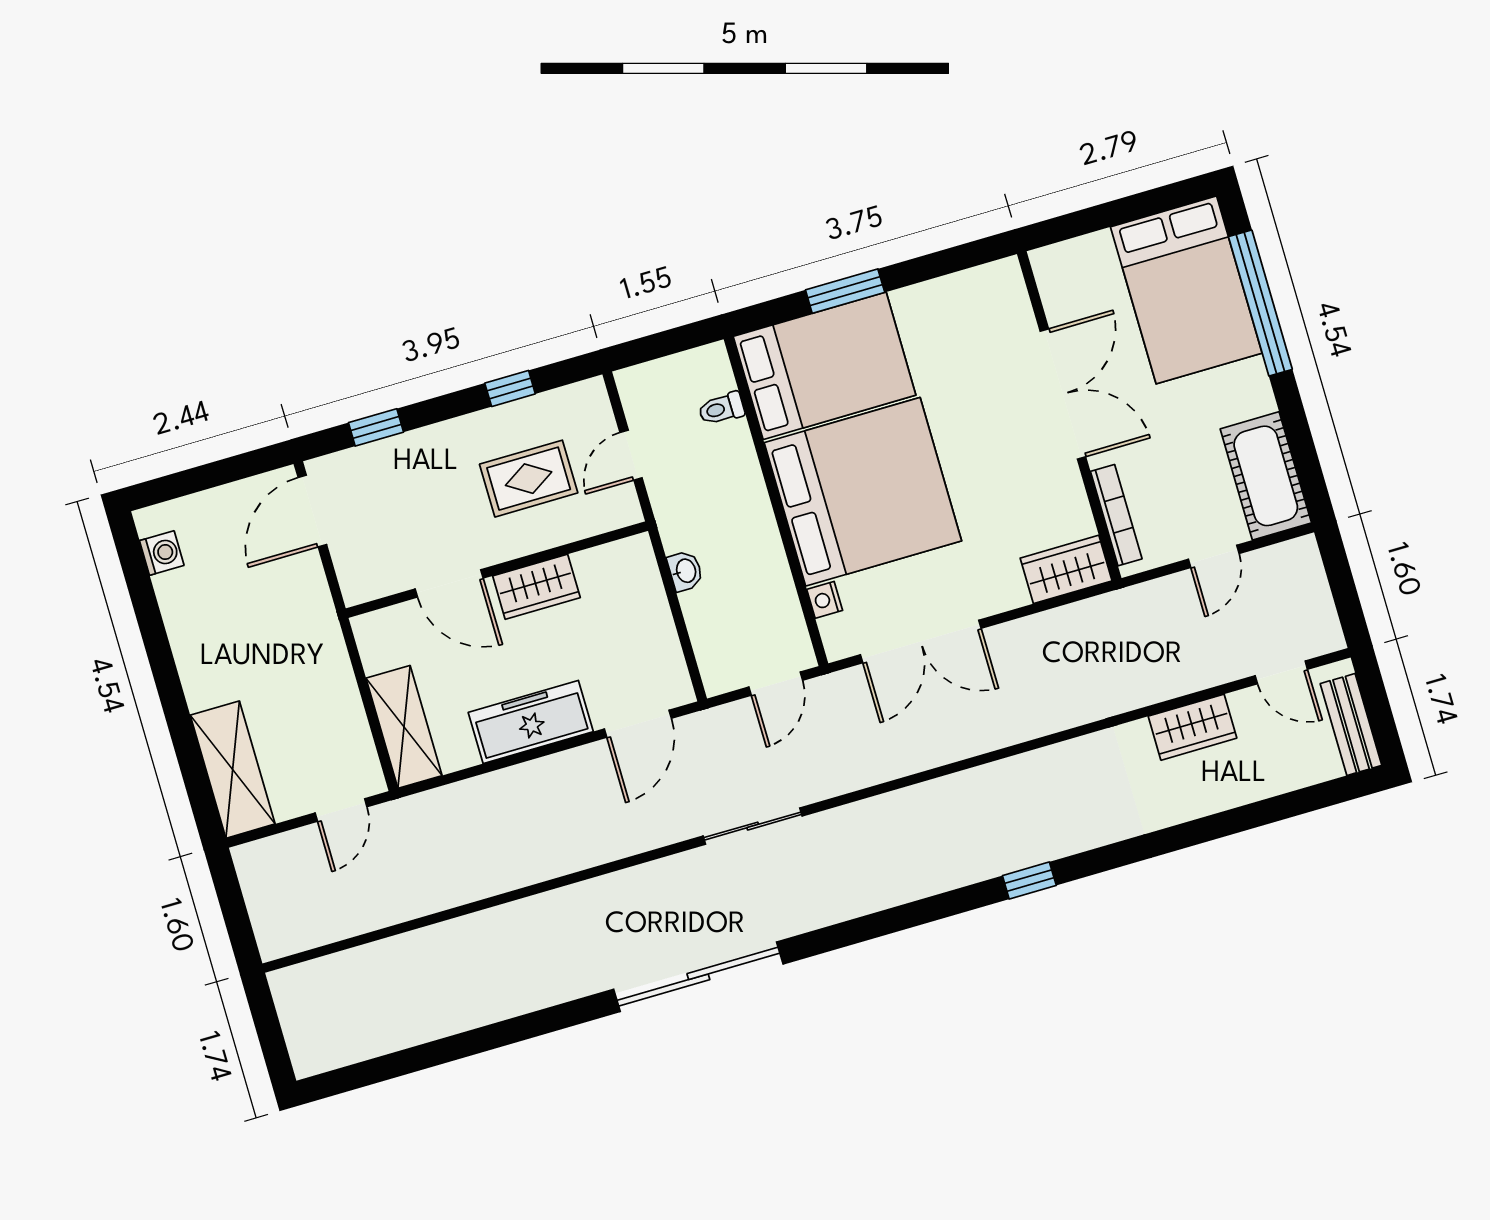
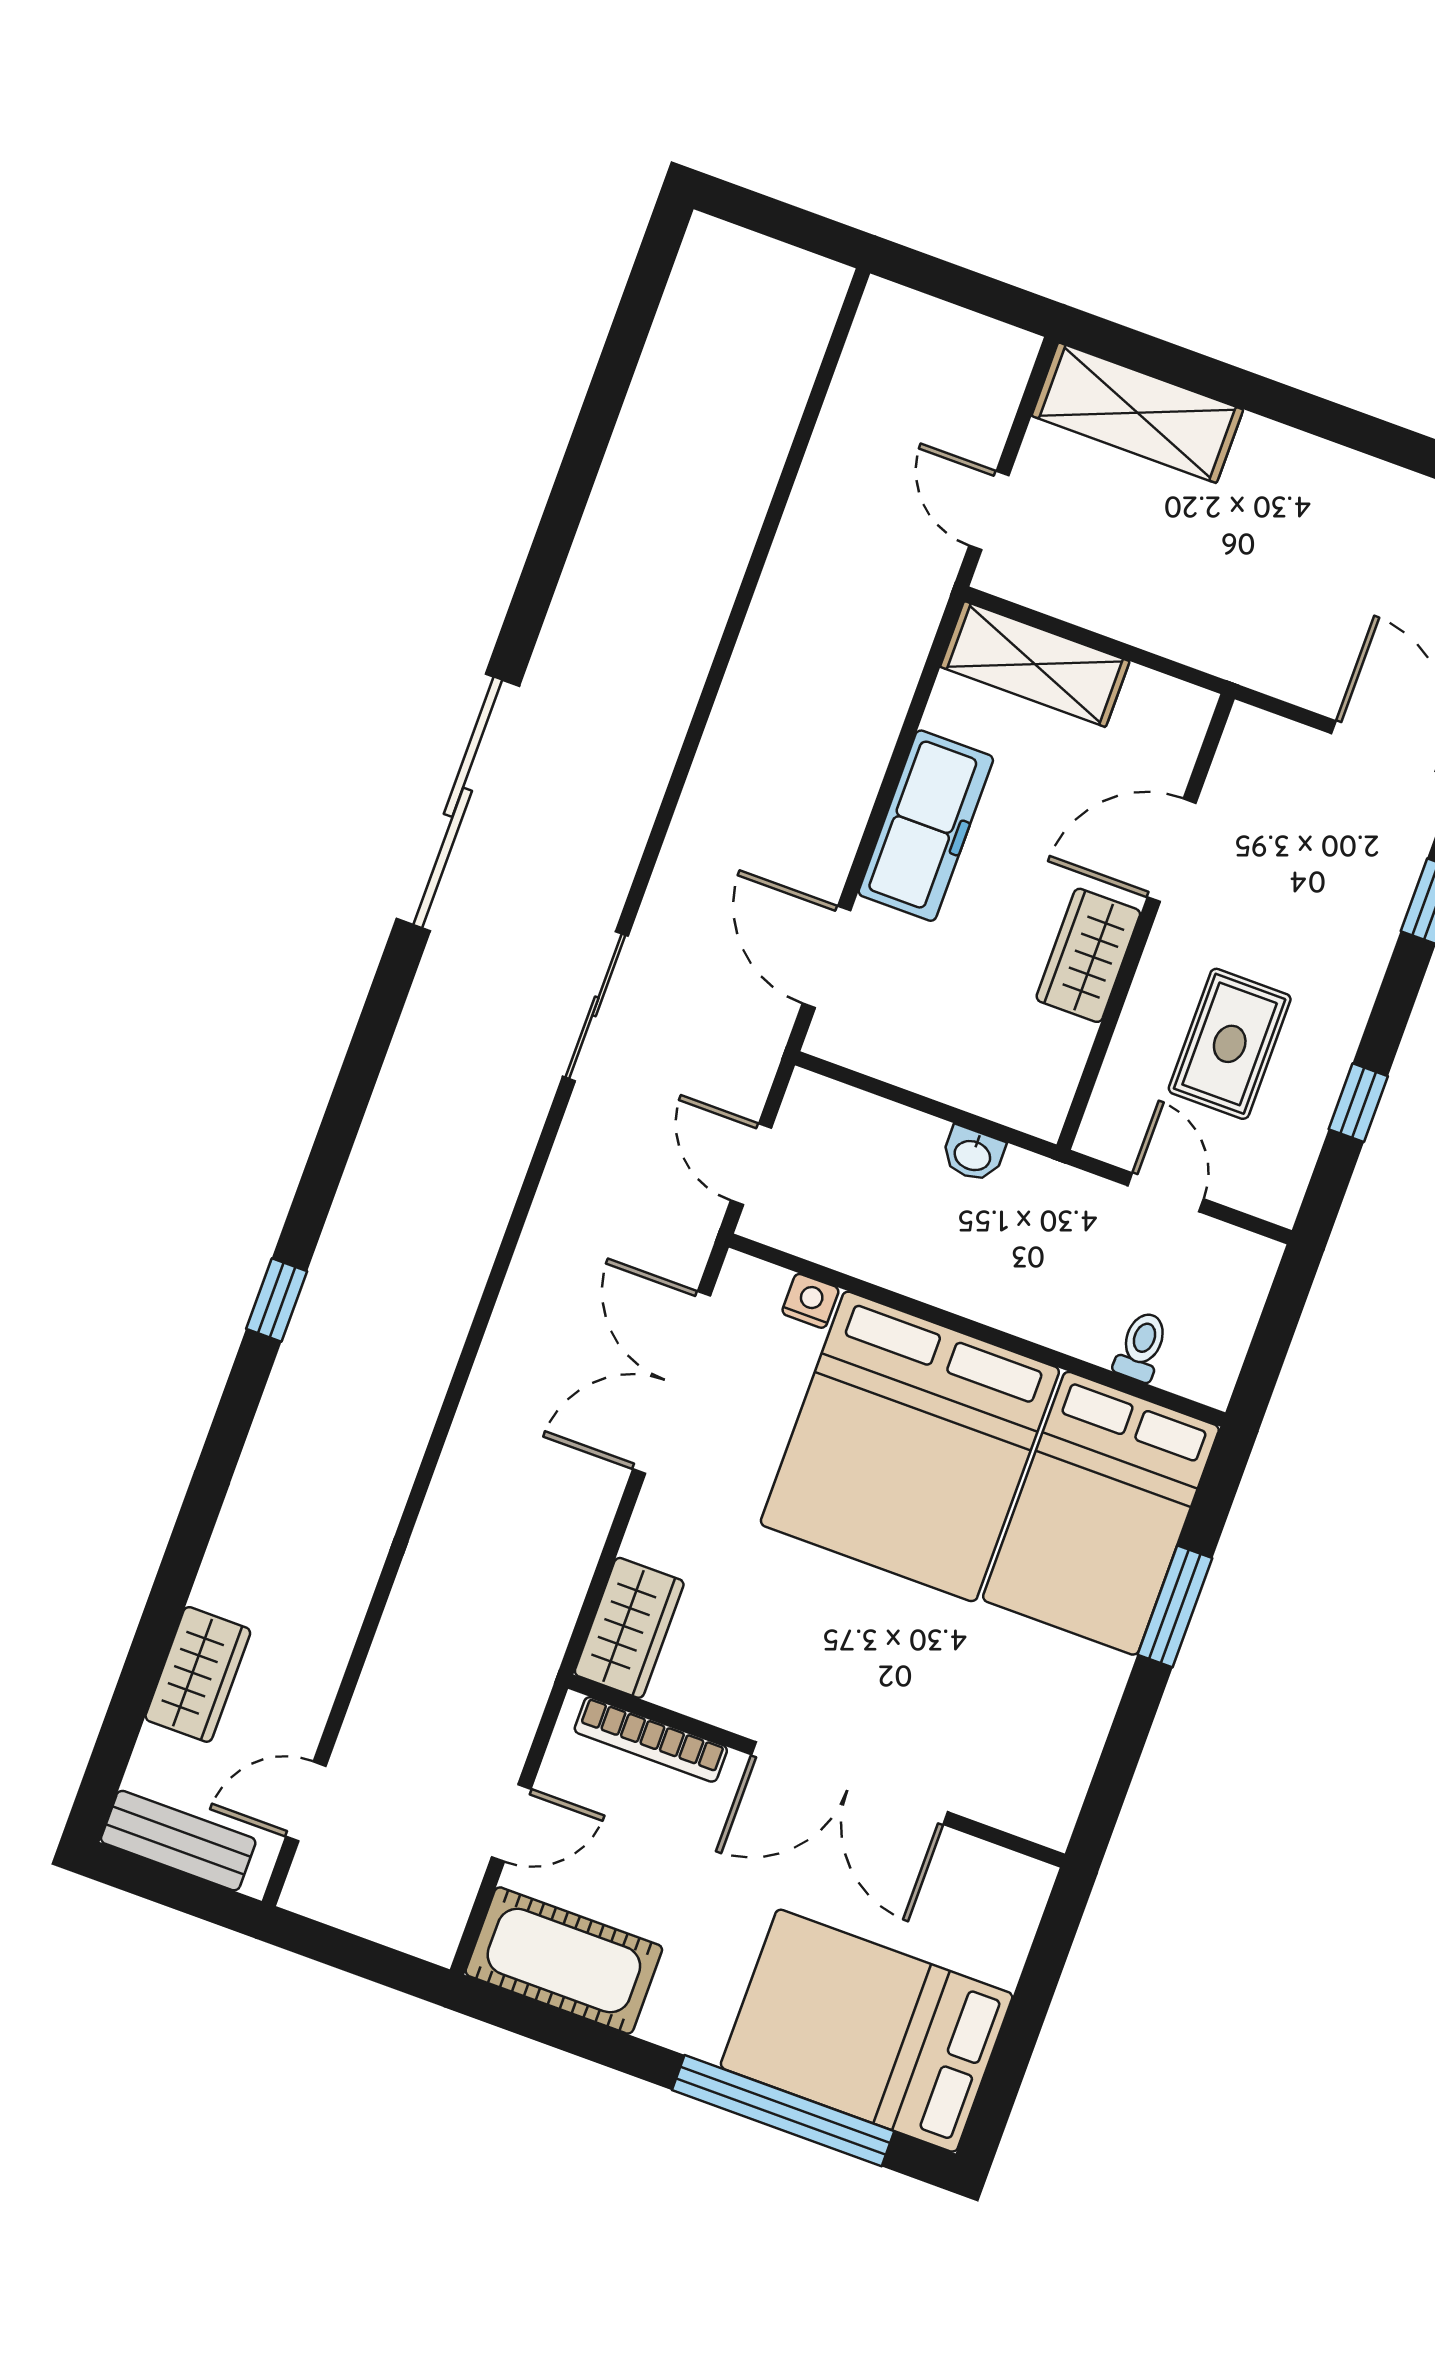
door: (1214, 556) -> (511, 1823), swing flipped
wardrobe: (1192, 727) -> (198, 1674), moved, turned 180

